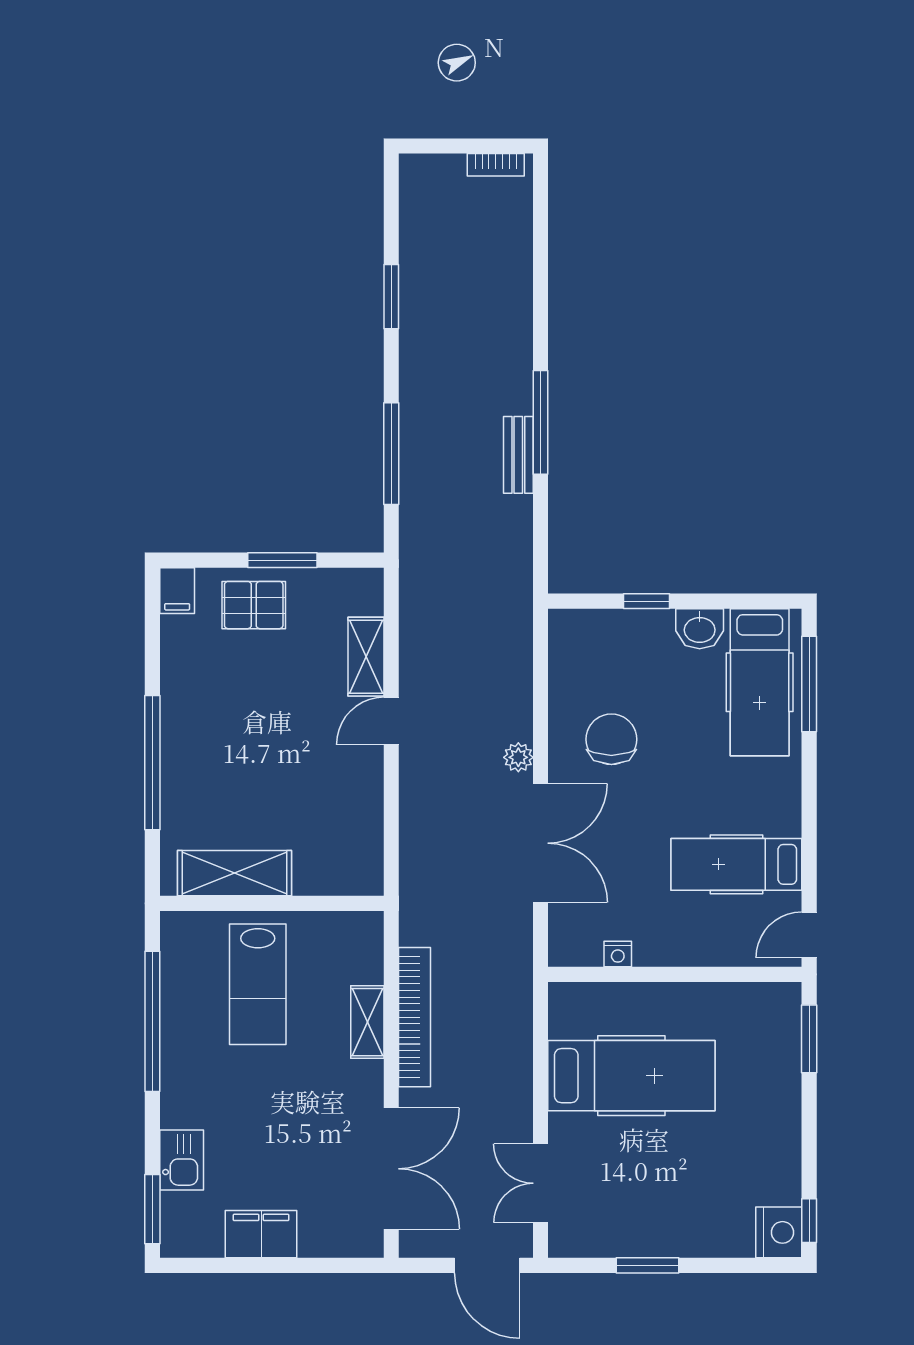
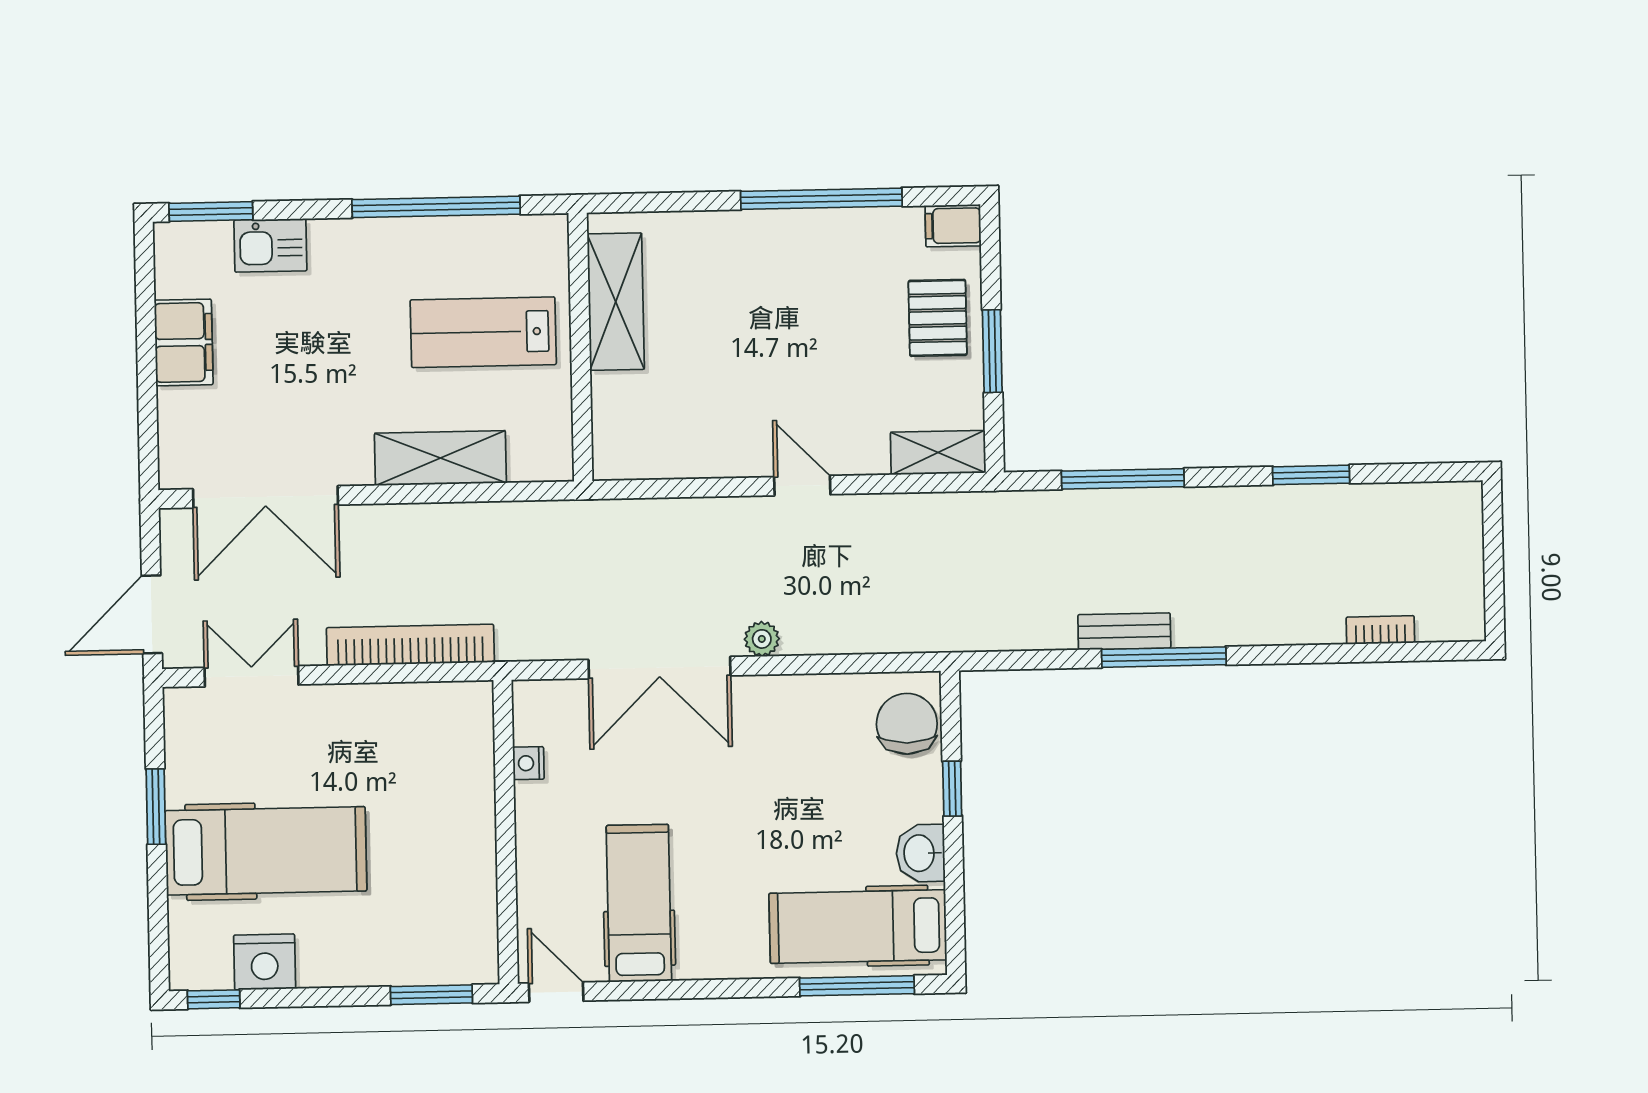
bookcase: (496, 165) -> (1380, 630), moved, turned 90
shelving: (366, 657) -> (938, 453), moved
chair: (611, 739) -> (907, 724), moved, turned -90
window: (152, 763) -> (821, 199), moved
bookcase: (415, 1017) -> (410, 645), moved, turned 180
shelving: (367, 1022) -> (440, 458), width x1.50, depth x1.33
hospital bed: (631, 1076) -> (266, 851), moved, turned -90
nightstand: (779, 1232) -> (265, 962), moved

